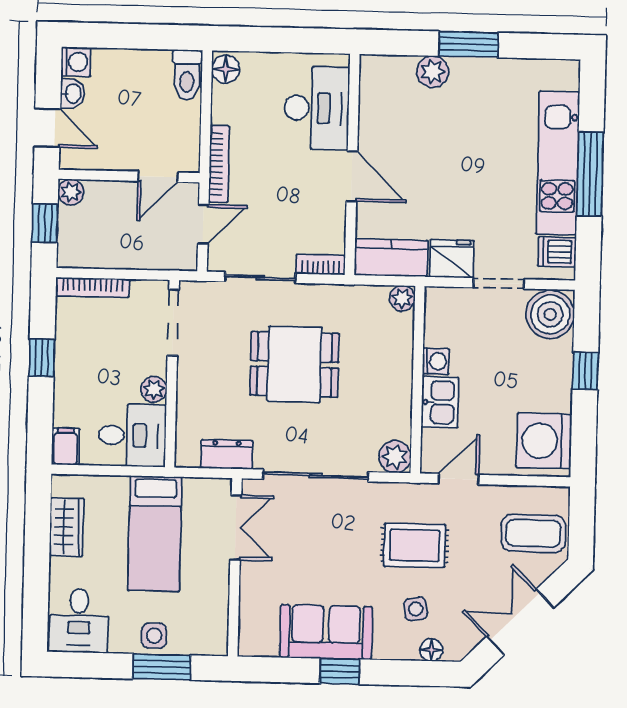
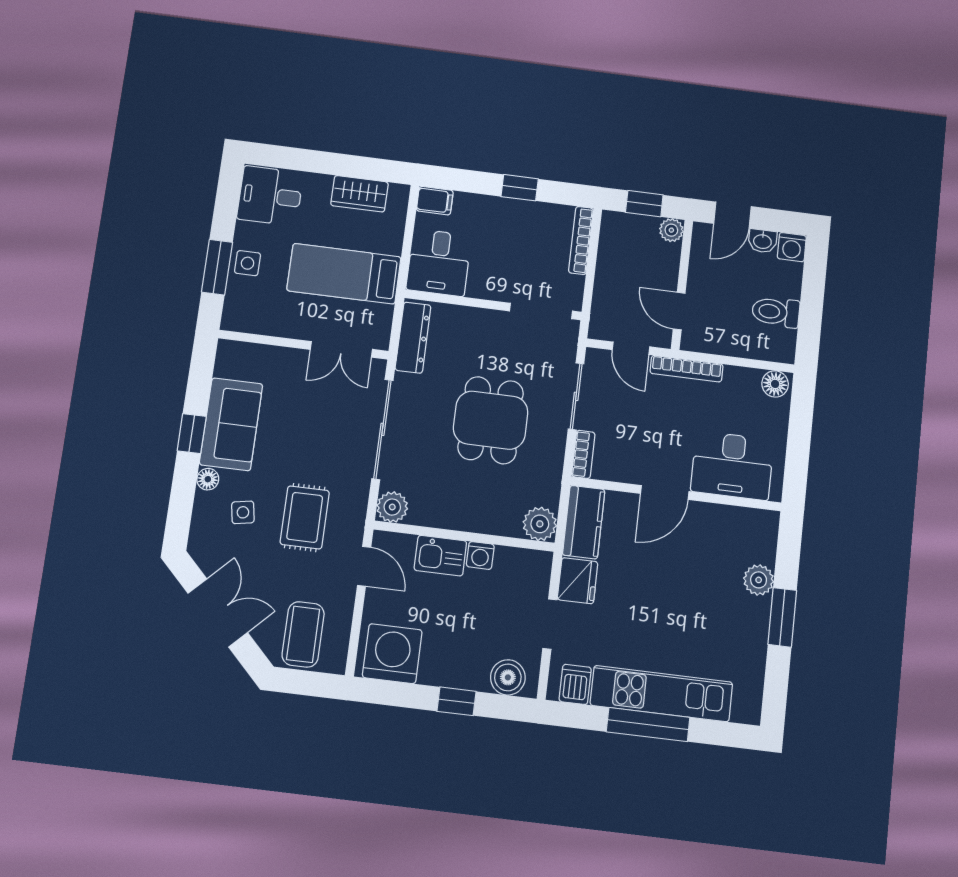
toilet: (187, 75) -> (776, 312), moved
plant: (402, 298) -> (540, 524), width x1.38, depth x1.38
boiler: (550, 314) -> (508, 677), width x0.73, depth x0.73
plant: (154, 389) -> (480, 287), removed
dresser: (227, 454) -> (413, 338), width x1.44
floor lamp: (431, 650) -> (208, 479), moved

